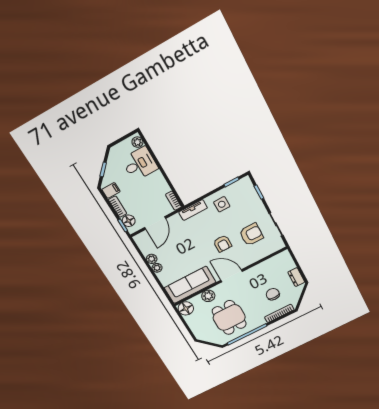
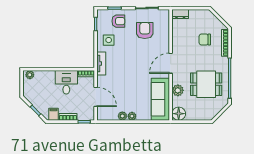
desk: (140, 164) -> (66, 82), moved
floor lamp: (129, 221) -> (83, 115), removed
armchair: (223, 244) -> (118, 21), moved
dresser: (296, 277) -> (180, 14), moved

